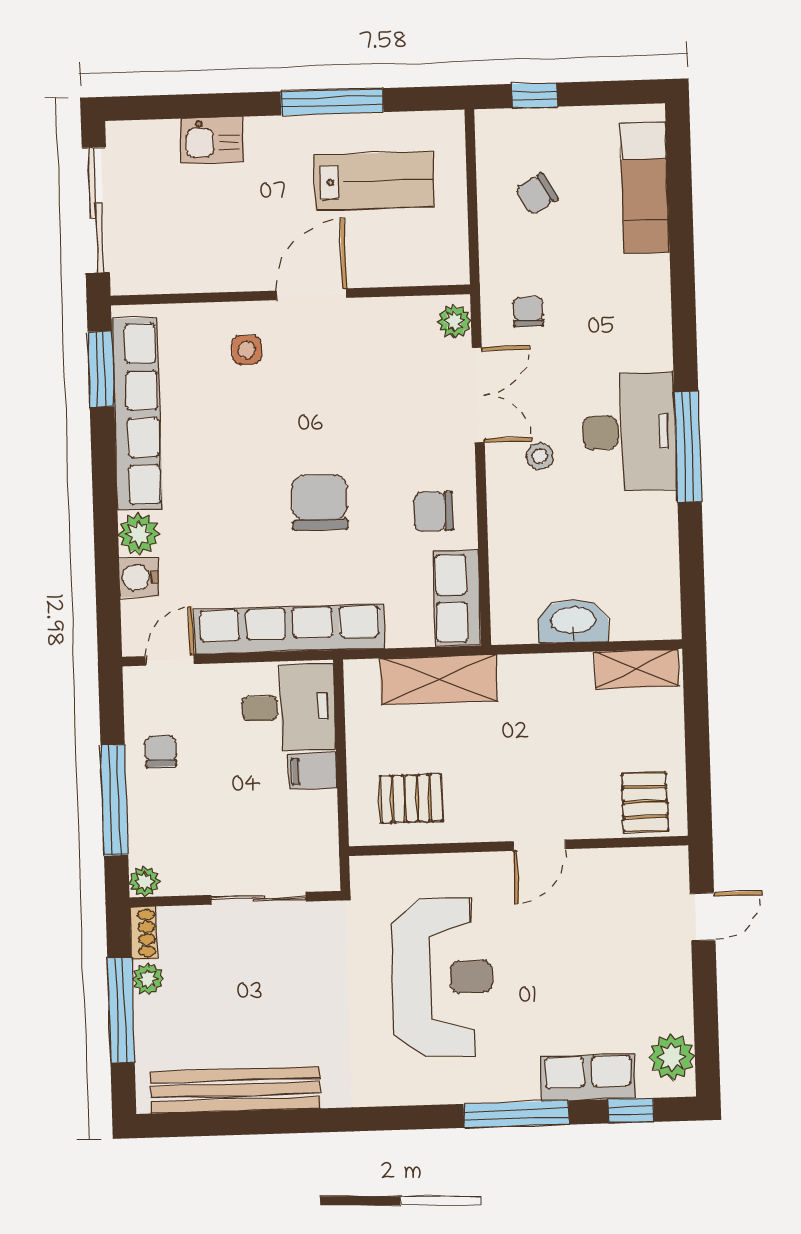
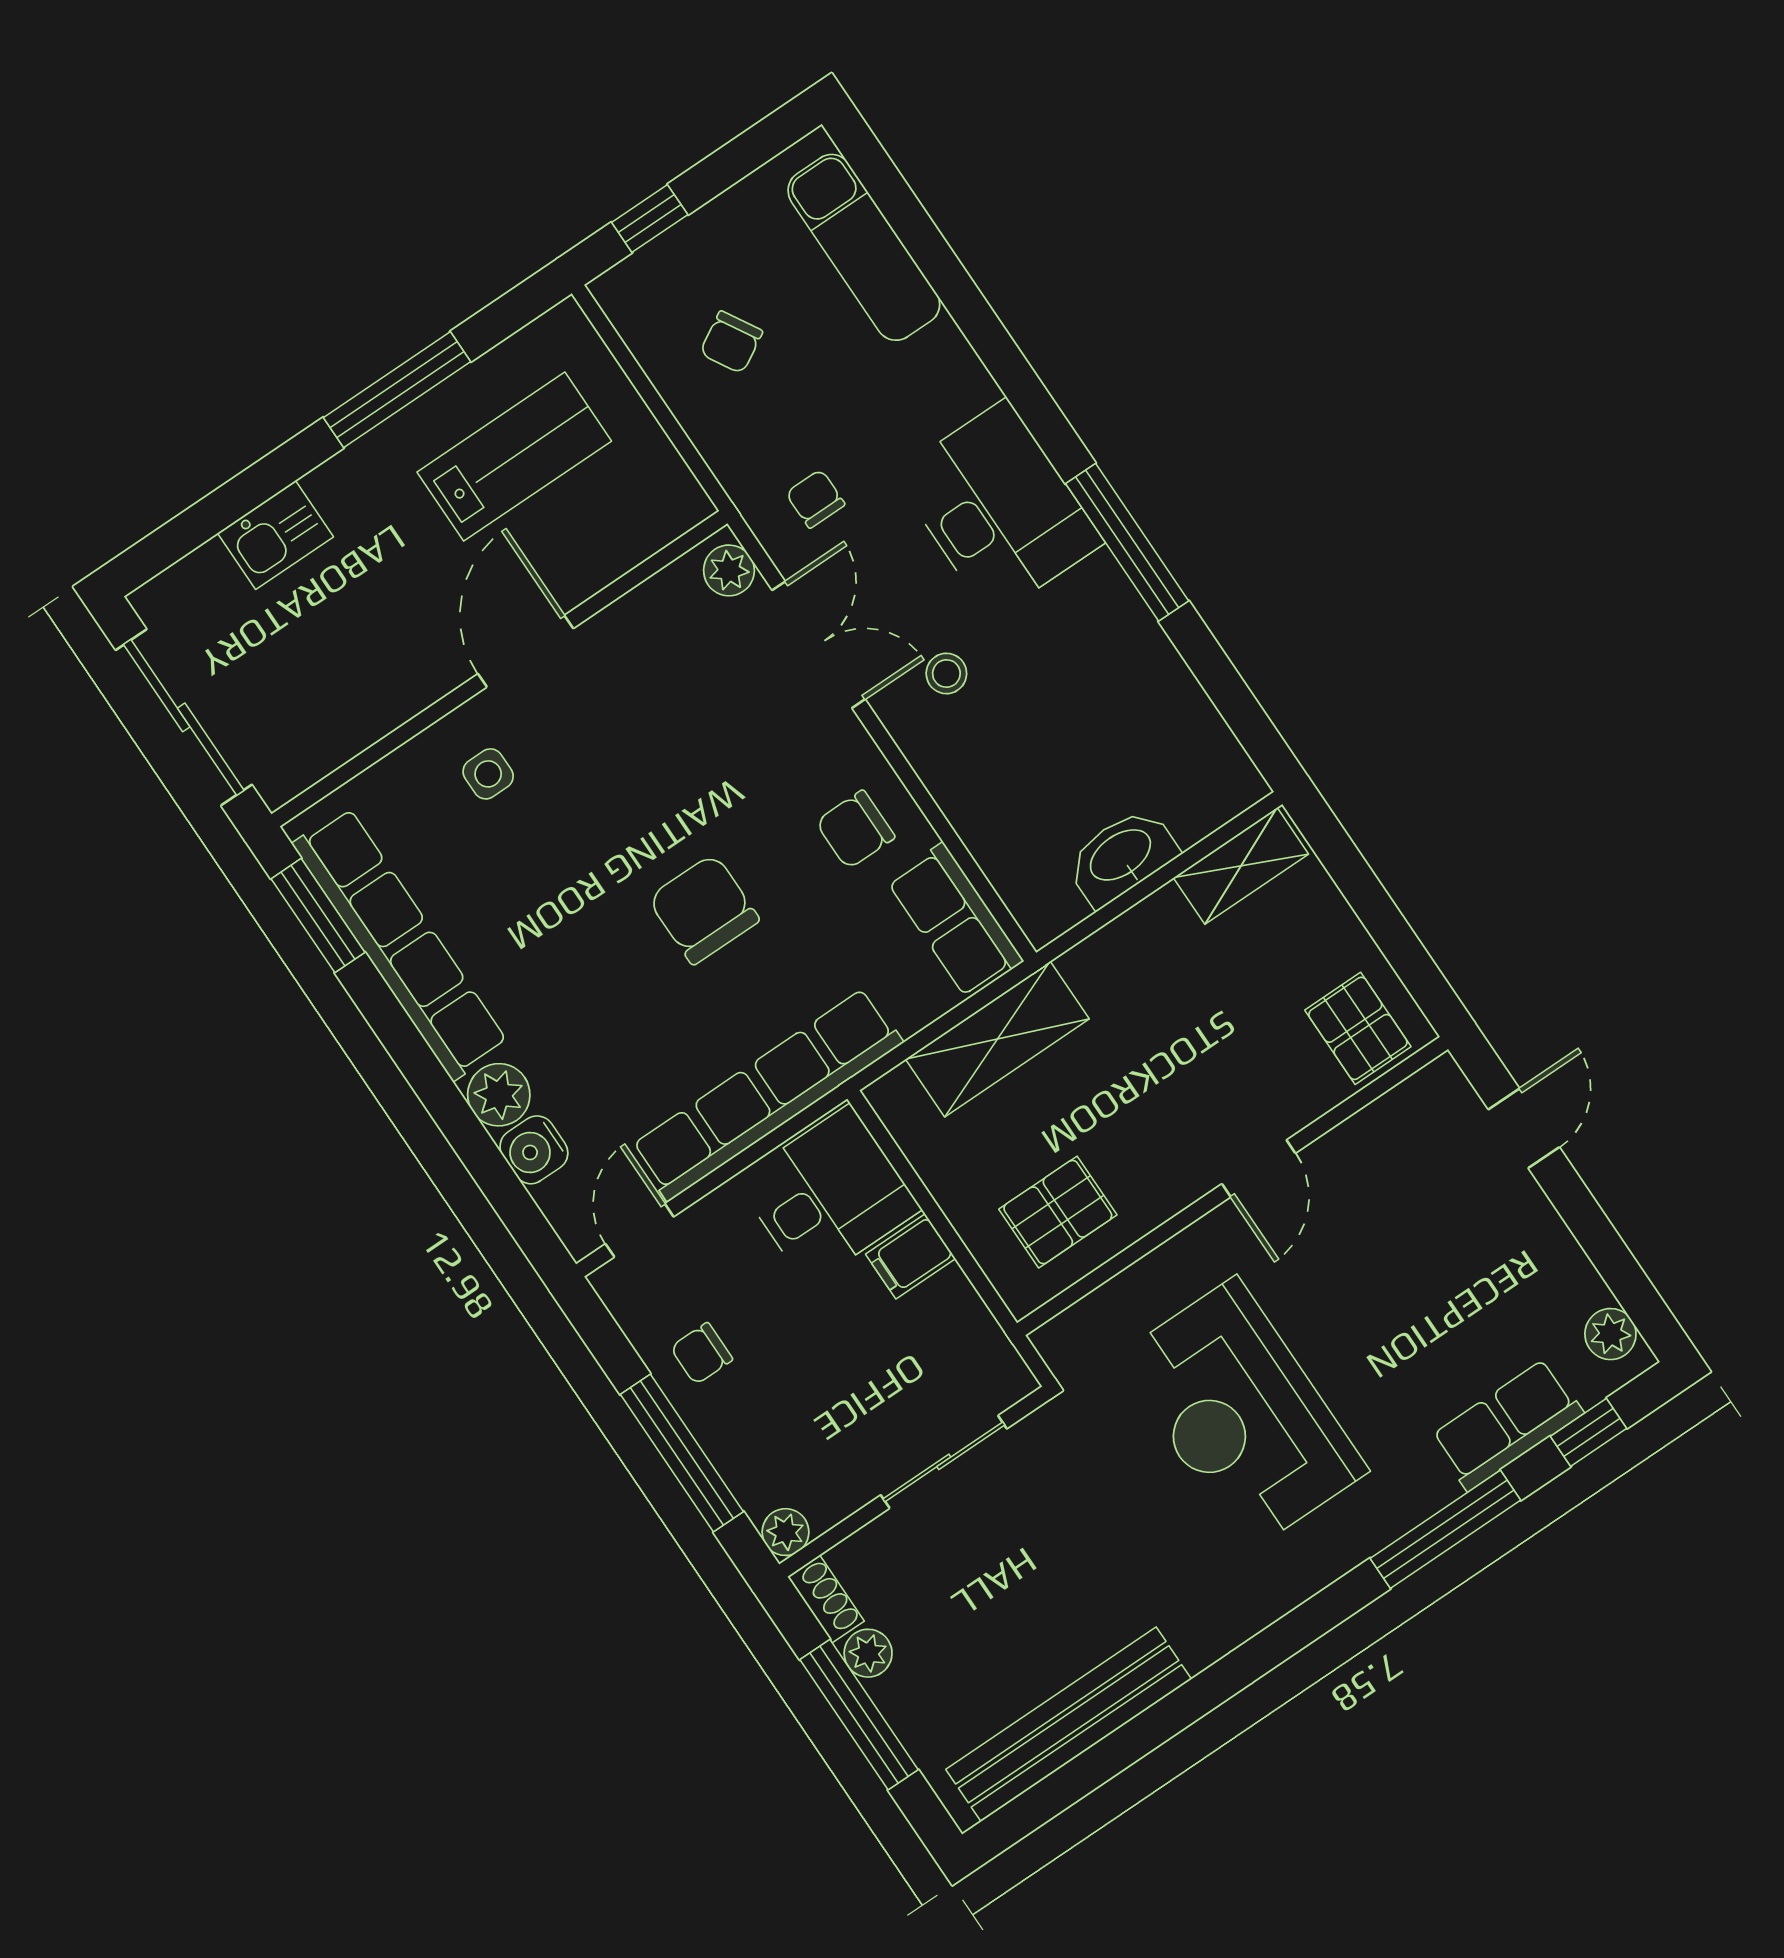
desk: (629, 432) -> (999, 509), moved
chair: (161, 751) -> (702, 1354), turned -90
reception desk: (443, 977) -> (1242, 1414), turned 180
plant: (672, 1057) -> (1610, 1334), width x0.73, depth x0.73

